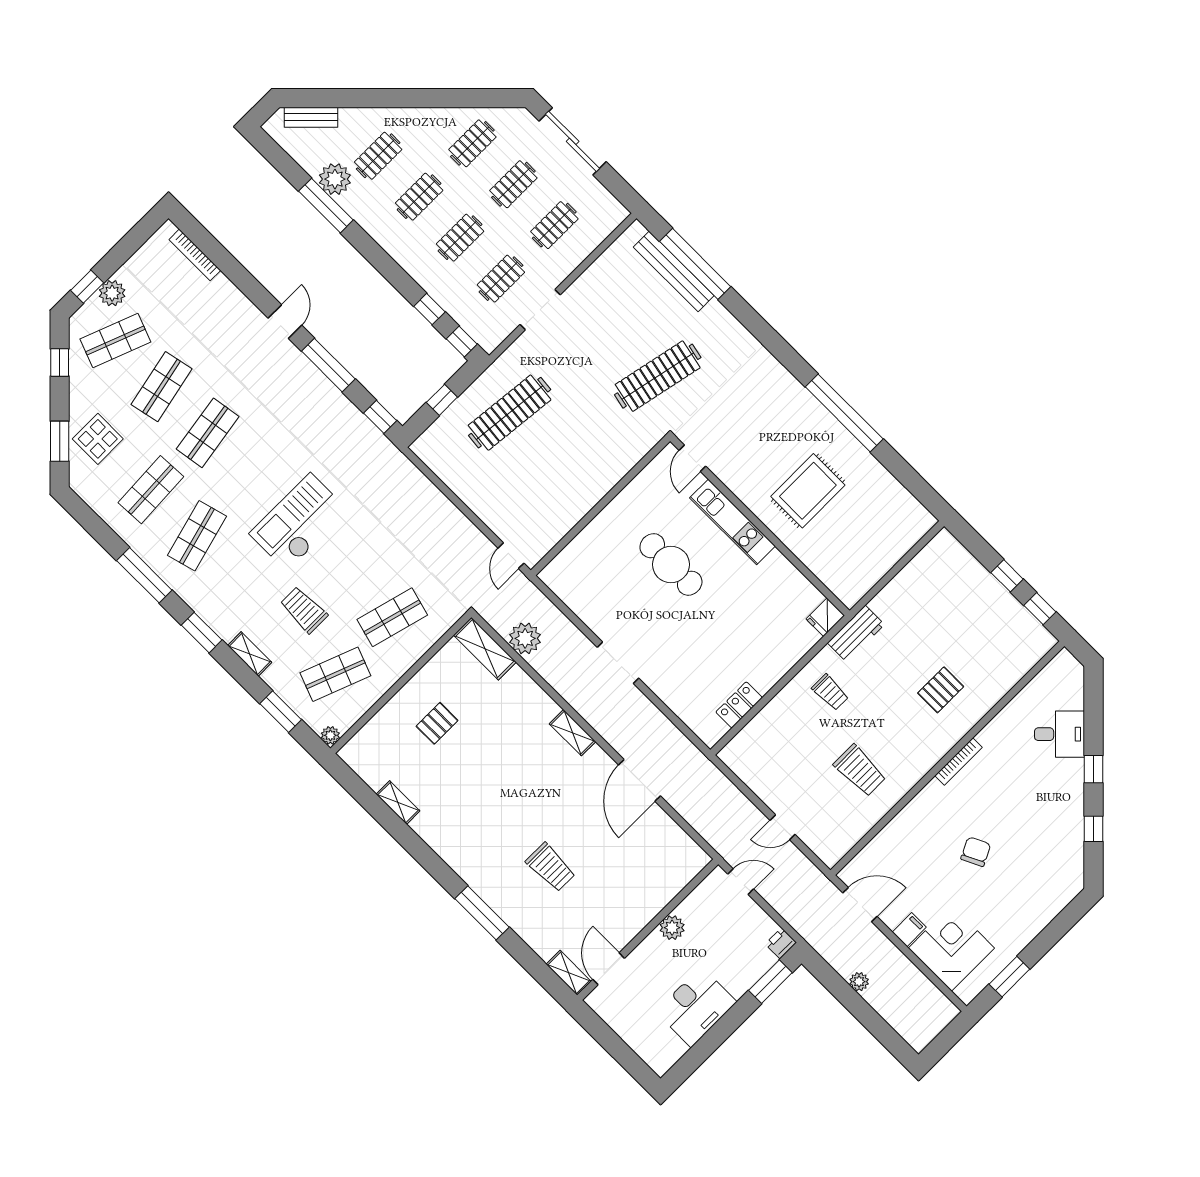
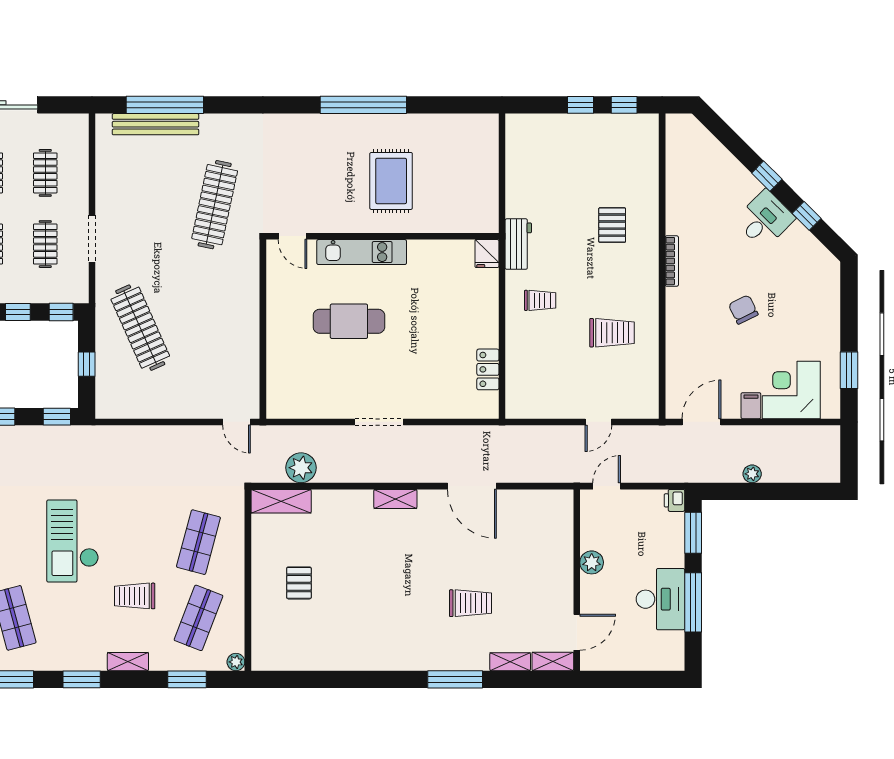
clothes rail: (510, 413) -> (140, 328), turned -30
desk: (1060, 734) -> (765, 219), moved
shelving: (398, 803) -> (510, 662), moved
door: (609, 969) -> (577, 632), swing flipped
window: (718, 1034) -> (693, 602), added

